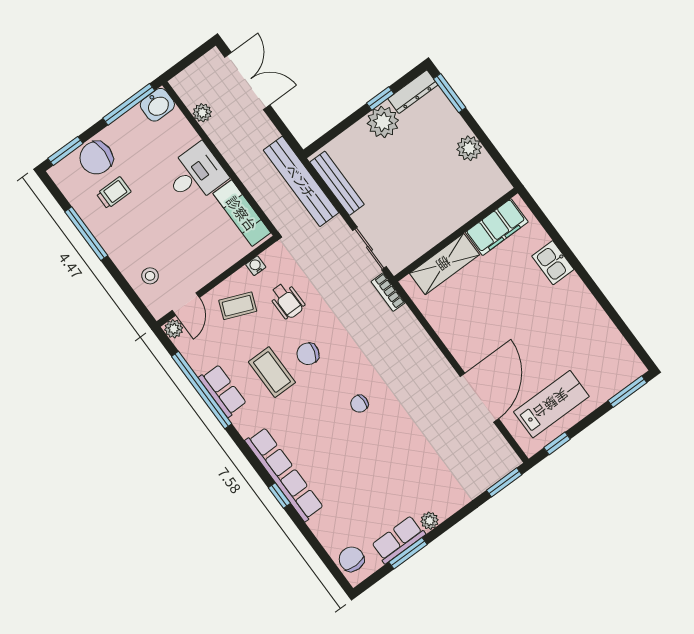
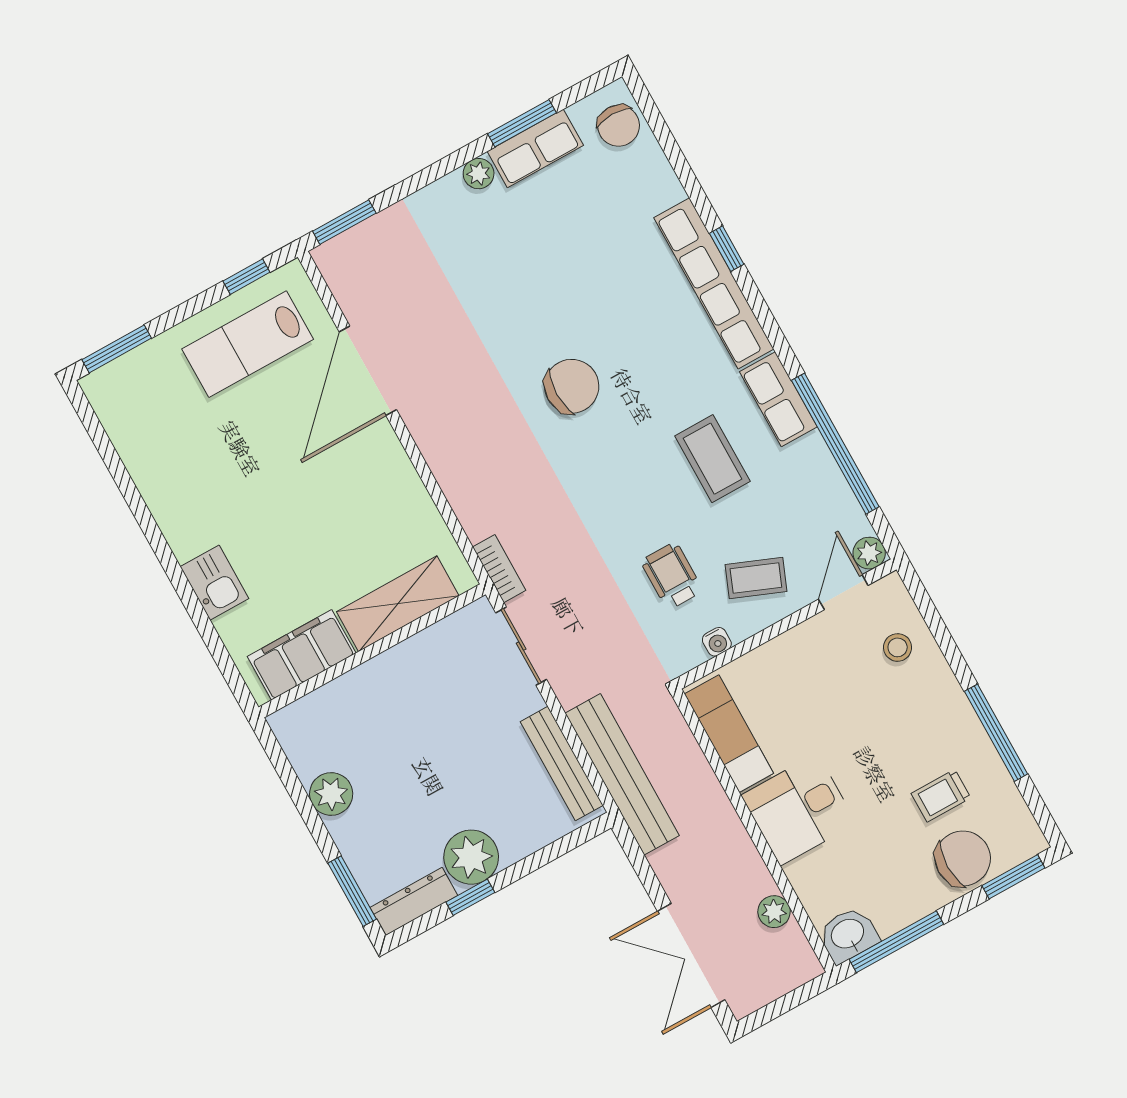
chair: (308, 354) -> (648, 482), removed
row of seats: (223, 391) -> (778, 399), moved
chair: (359, 404) -> (572, 386), width x1.87, depth x1.87

